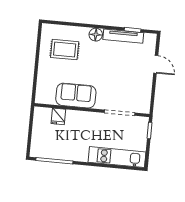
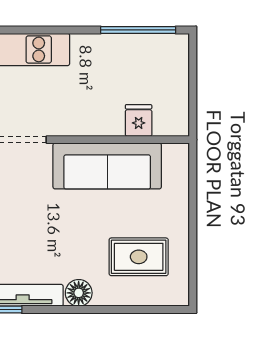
sofa: (76, 96) -> (107, 166), width x1.36

